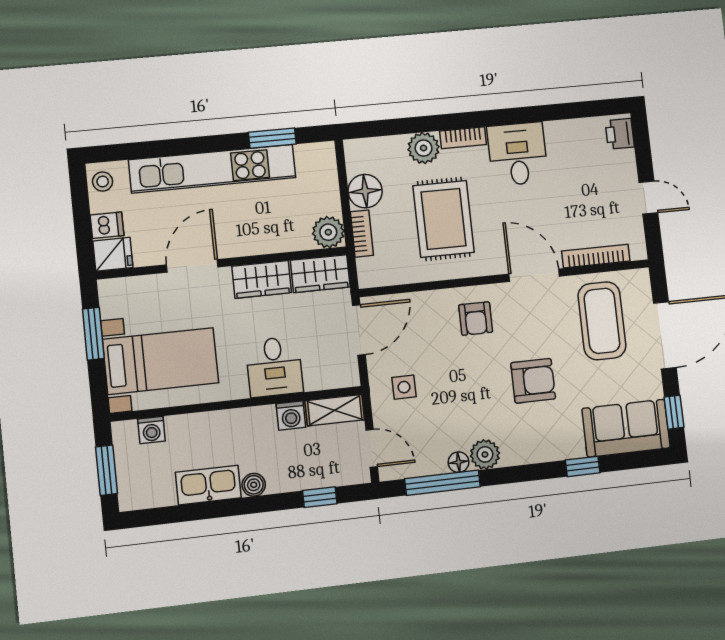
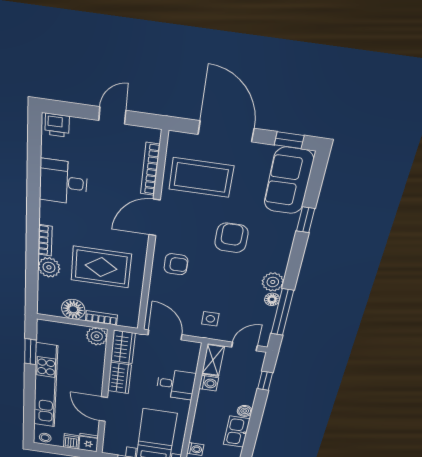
desk: (518, 154) -> (63, 182), moved

